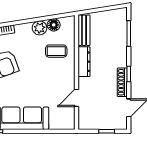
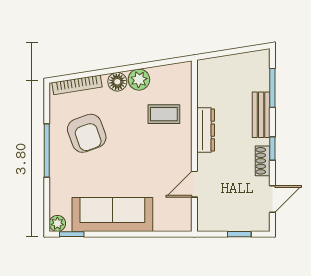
floor lamp: (54, 25) -> (117, 82), moved
bench: (84, 30) -> (261, 115), moved
shoe rack: (122, 82) -> (263, 161), width x0.70

